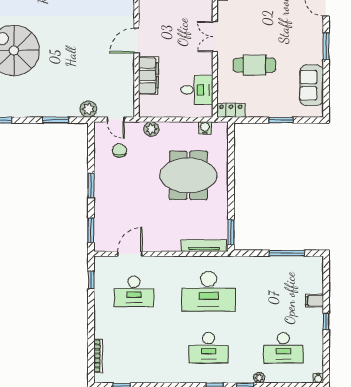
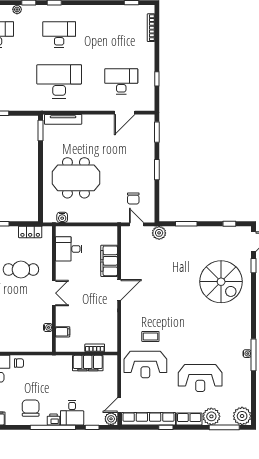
locker: (231, 110) -> (30, 232), moved
plant: (151, 129) -> (107, 216), removed
window: (91, 280) -> (157, 79), moved

